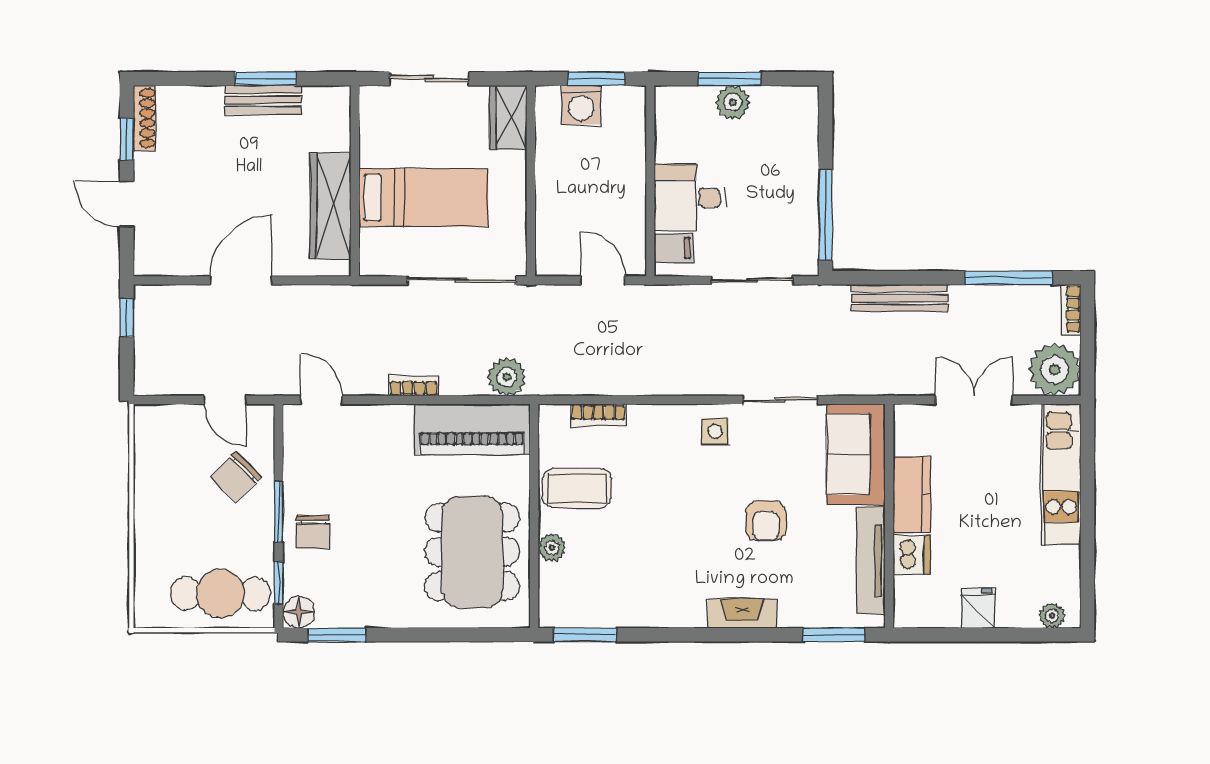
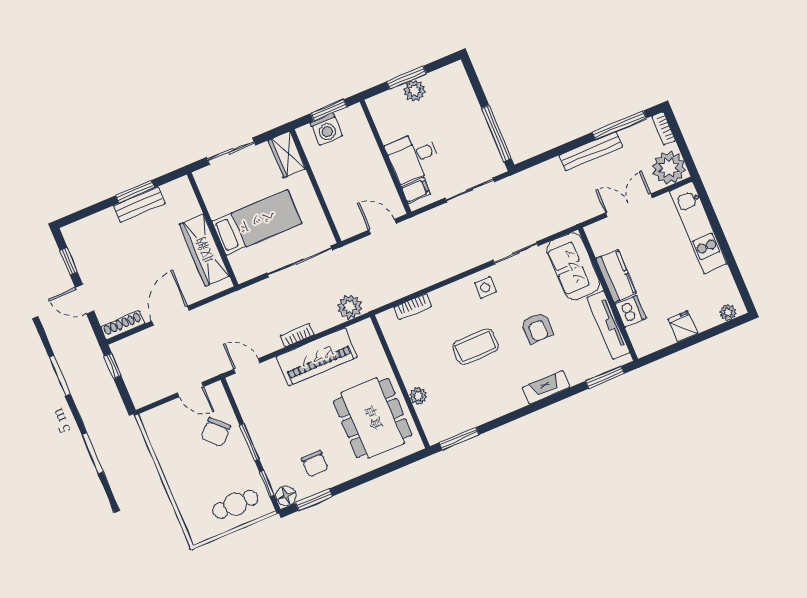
shoe rack: (145, 118) -> (123, 325), moved, turned -90
bench: (899, 298) -> (591, 151), moved
piano: (472, 429) -> (317, 357), moved
coffee table: (577, 488) -> (475, 347), moved
chair: (313, 532) -> (315, 464), moved
cafe table: (220, 593) -> (235, 504), width x0.73, depth x0.74

